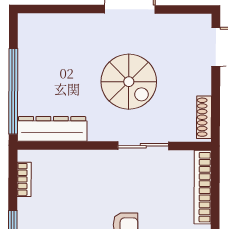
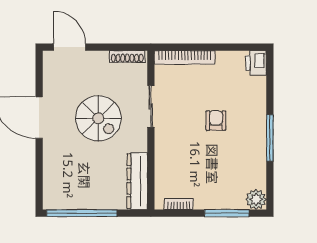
spiral stairs: (129, 82) -> (98, 118), turned 90
window: (13, 91) -> (82, 213), moved

